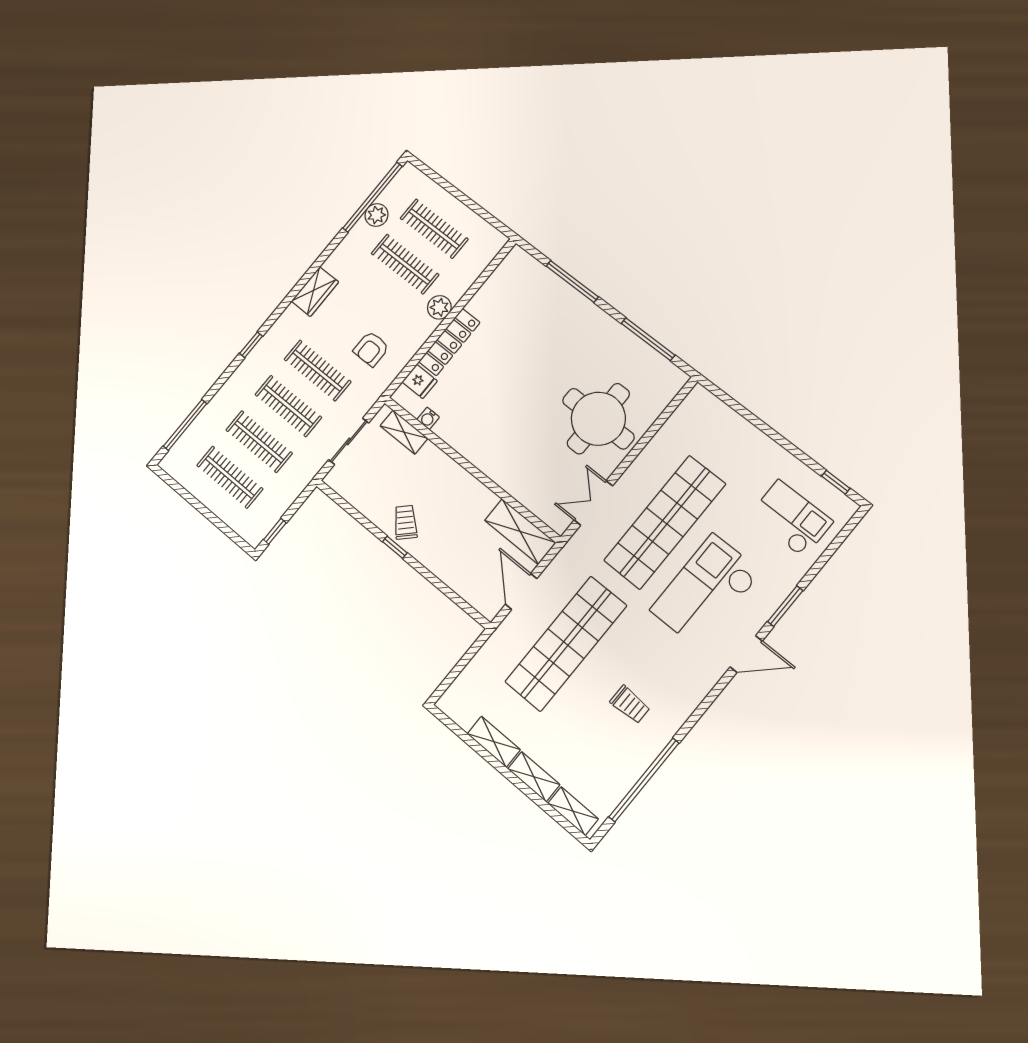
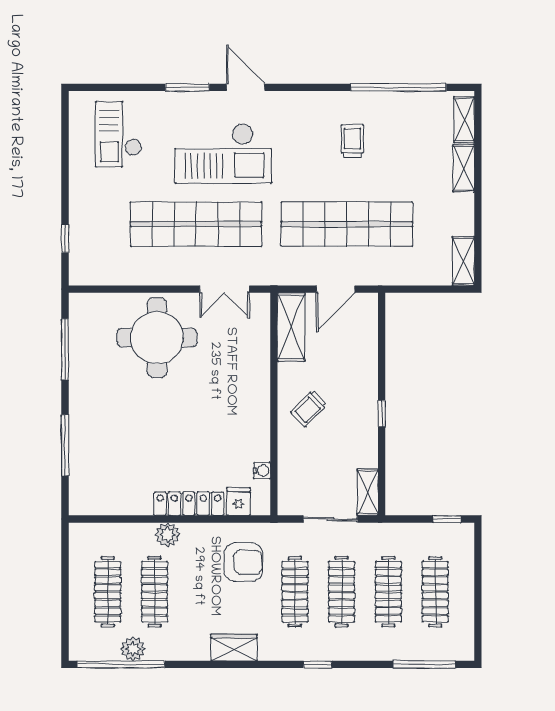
armchair: (371, 349) -> (243, 562), width x1.38, depth x1.38
shelving: (404, 432) -> (368, 492), moved
window: (836, 482) -> (65, 239), moved
trolley: (405, 522) -> (309, 408), moved
shelving: (494, 742) -> (463, 261), moved

